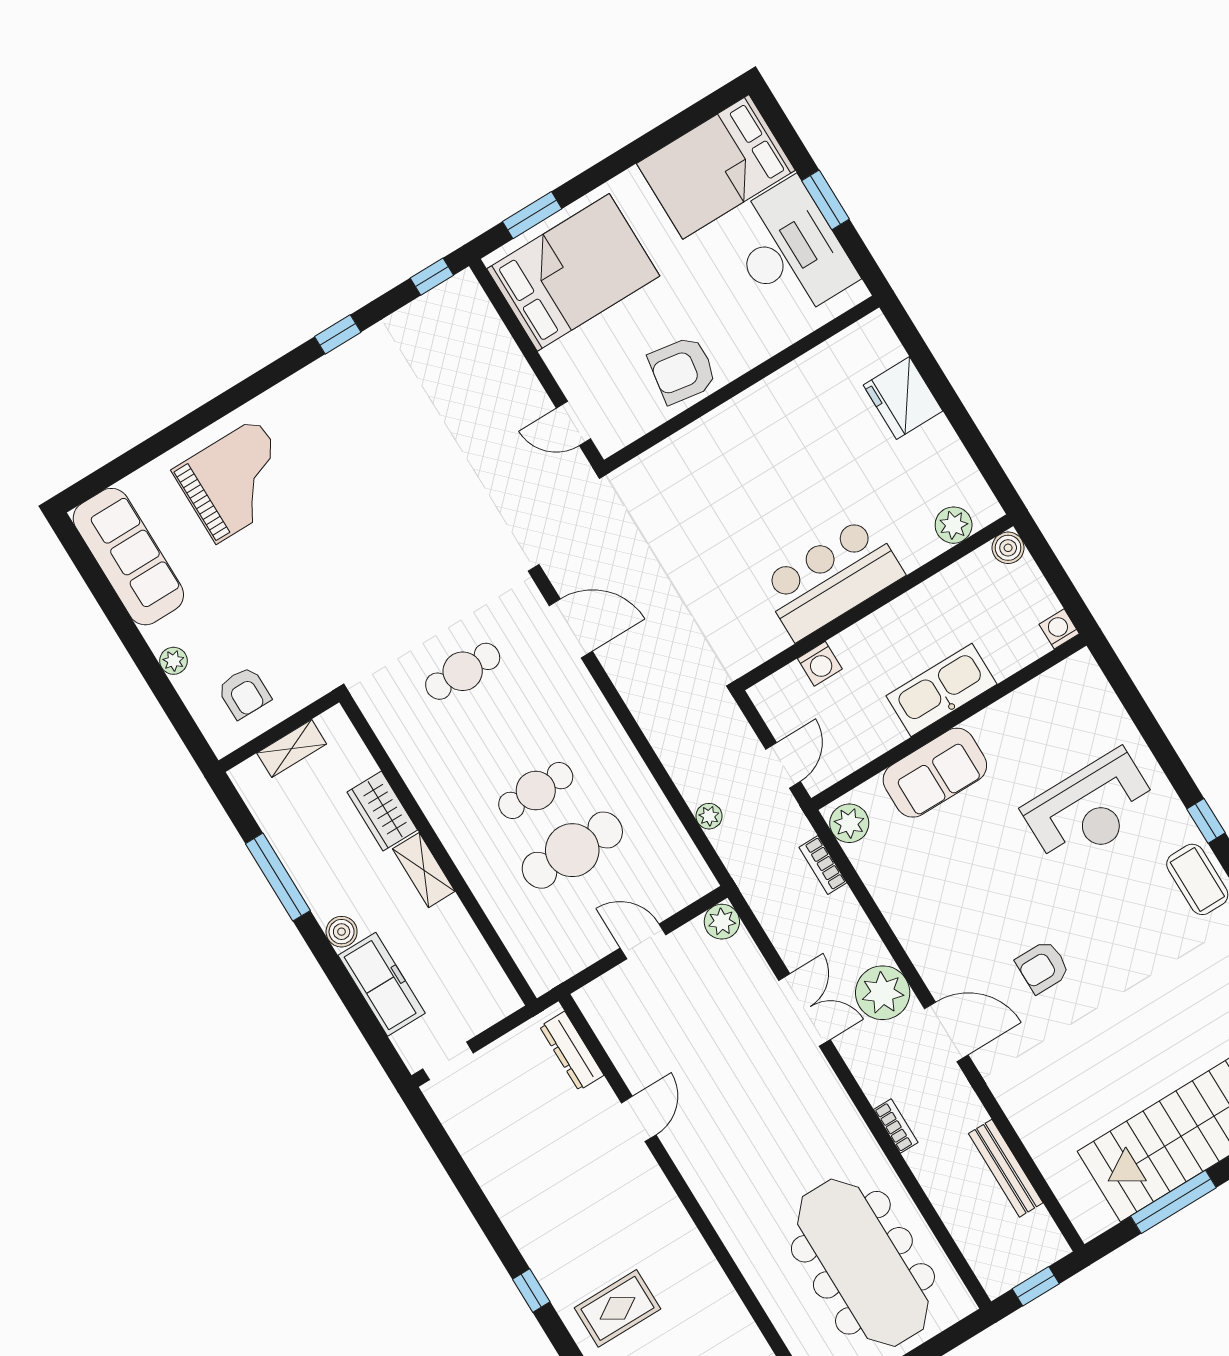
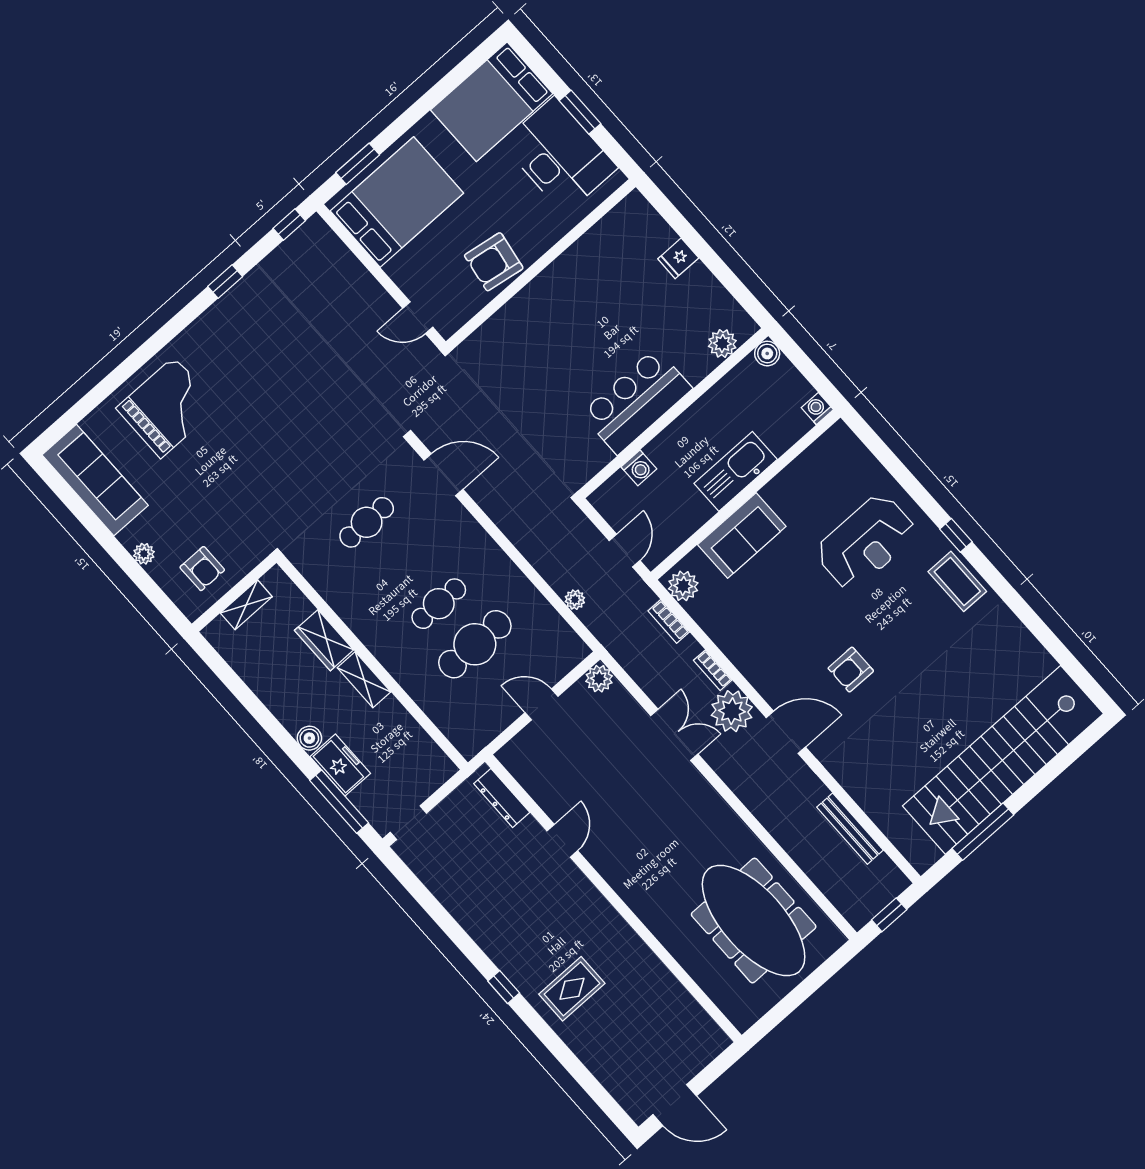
fridge: (903, 398) -> (678, 258), width x0.53, depth x0.75
window: (278, 877) -> (339, 802), moved
freezer: (382, 984) -> (340, 765), width x0.71
bookcase: (896, 1126) -> (713, 670), moved, turned 180

